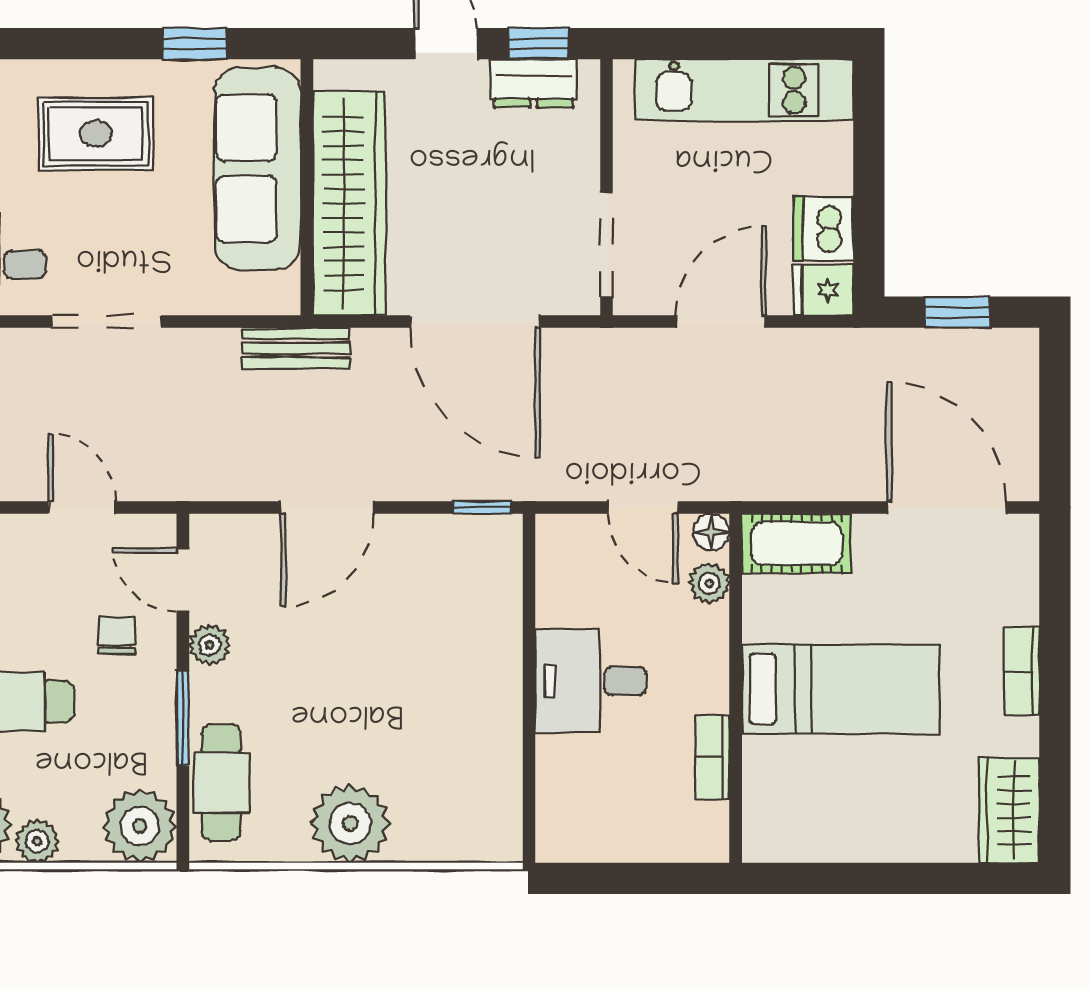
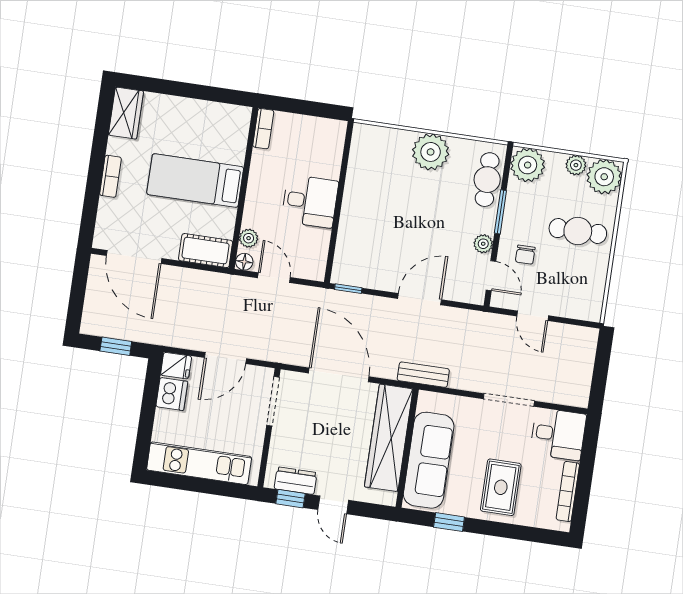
rug: (96, 134) -> (501, 487), turned 90
bookcase: (713, 757) -> (263, 129), moved

